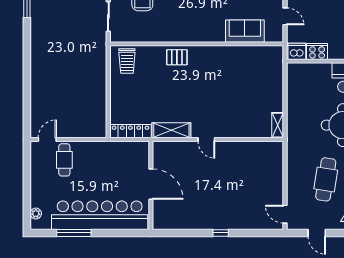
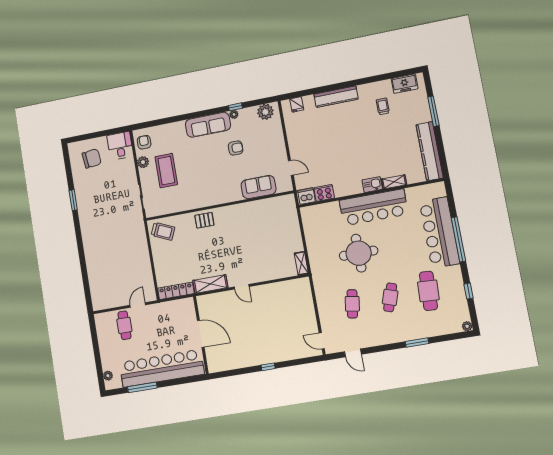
trolley: (127, 61) -> (163, 231), turned -66
door: (47, 140) -> (138, 305), moved
cafe table: (326, 179) -> (352, 304), width x0.73, depth x0.74

